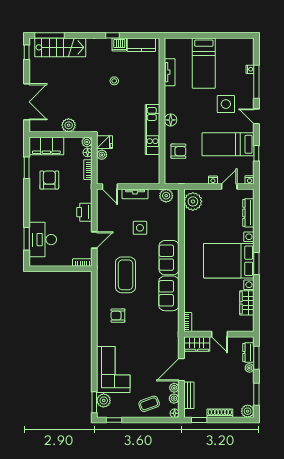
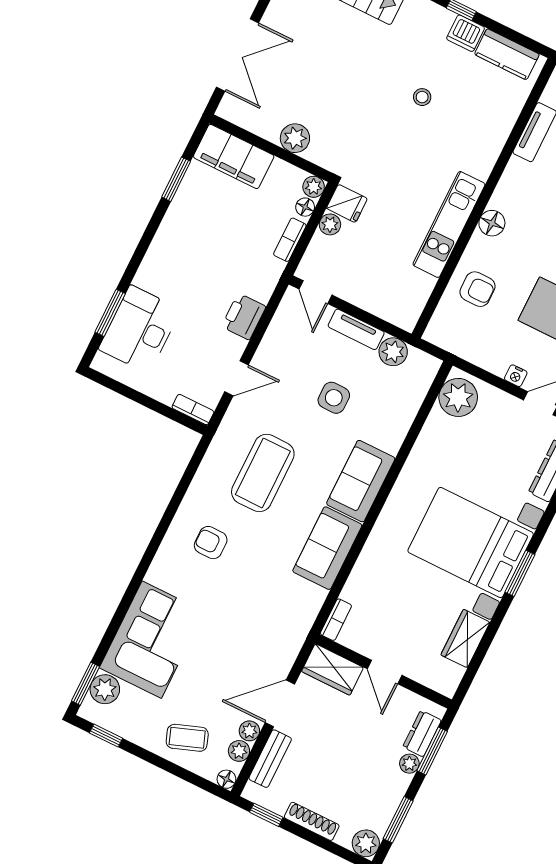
armchair: (49, 180) -> (208, 223), removed
plant: (166, 196) -> (393, 352), moved

